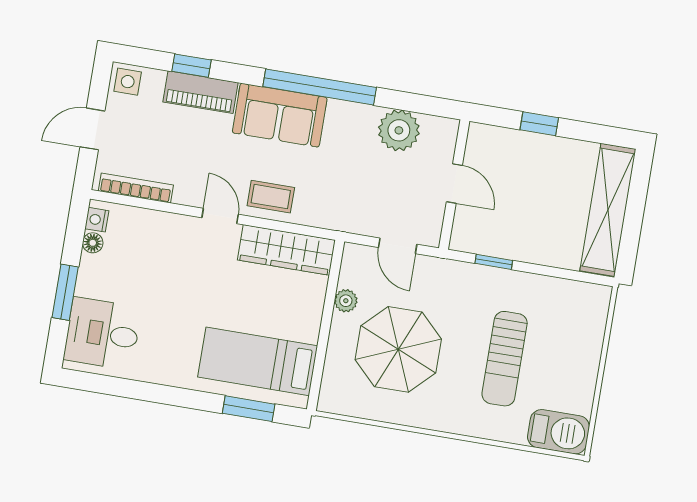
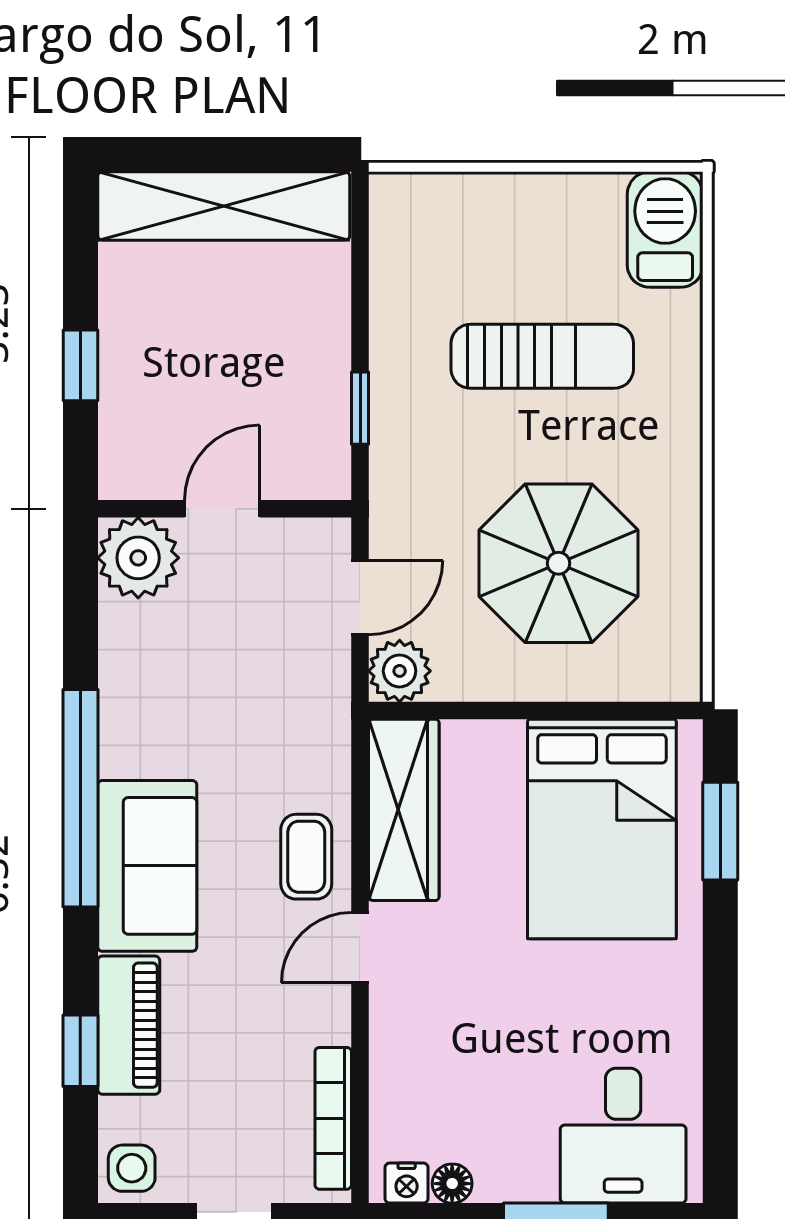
plant: (399, 130) -> (138, 558), moved
plant: (346, 301) -> (400, 671), moved, width x1.38, depth x1.38
bed: (258, 361) -> (602, 829), width x1.50

